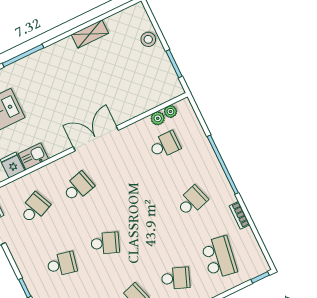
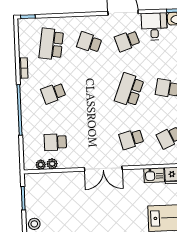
school desk: (105, 243) -> (129, 90), width x1.85

